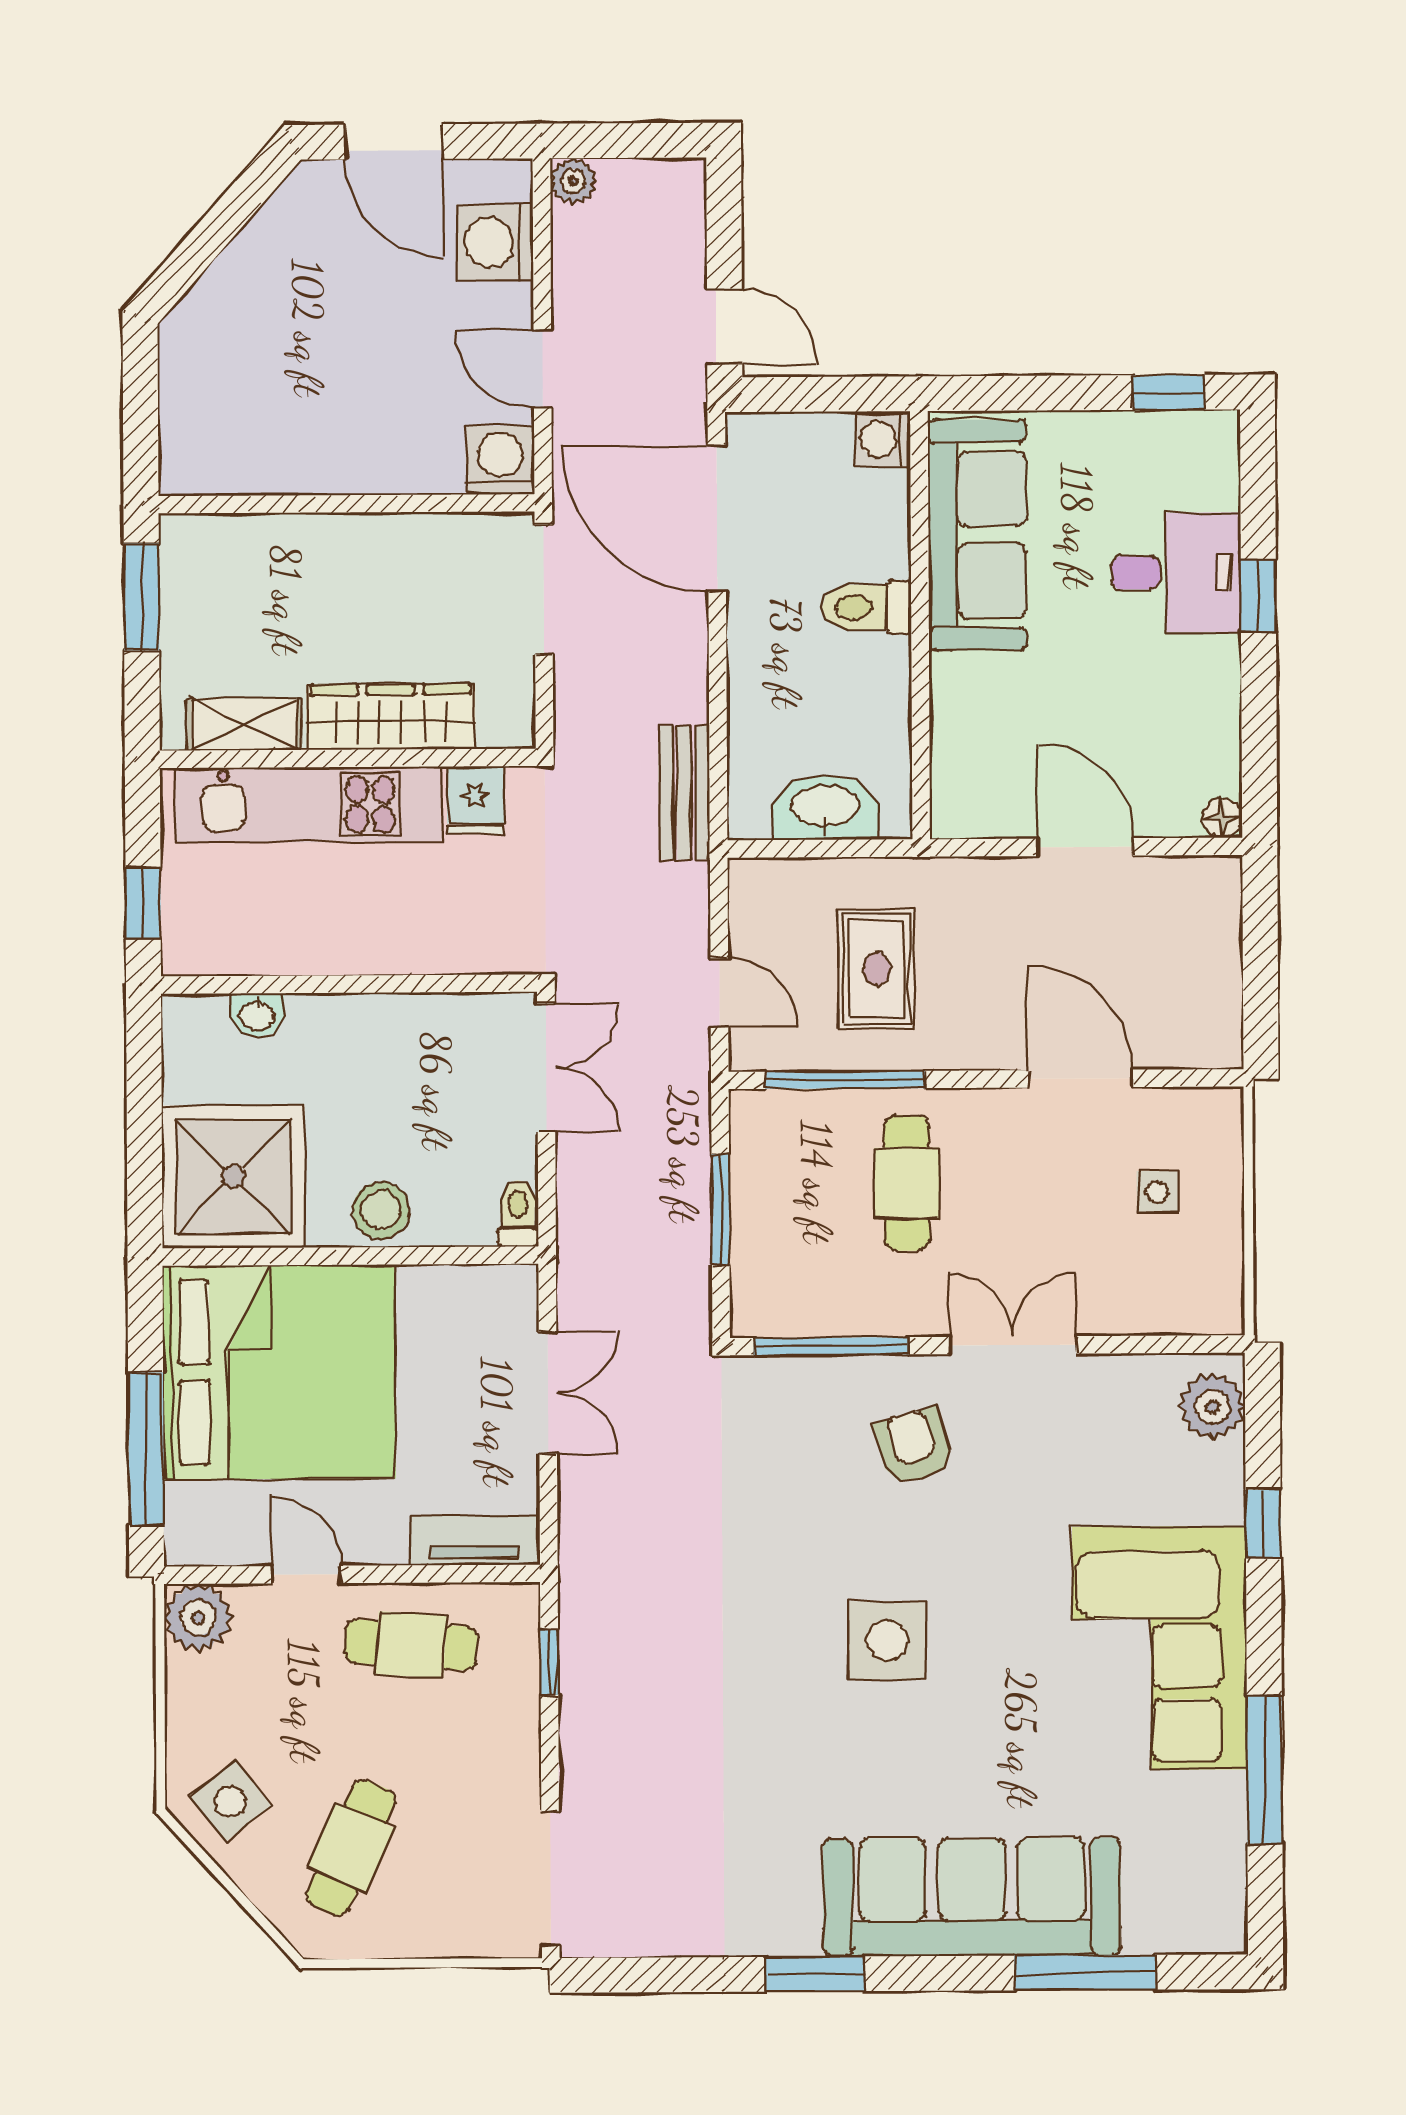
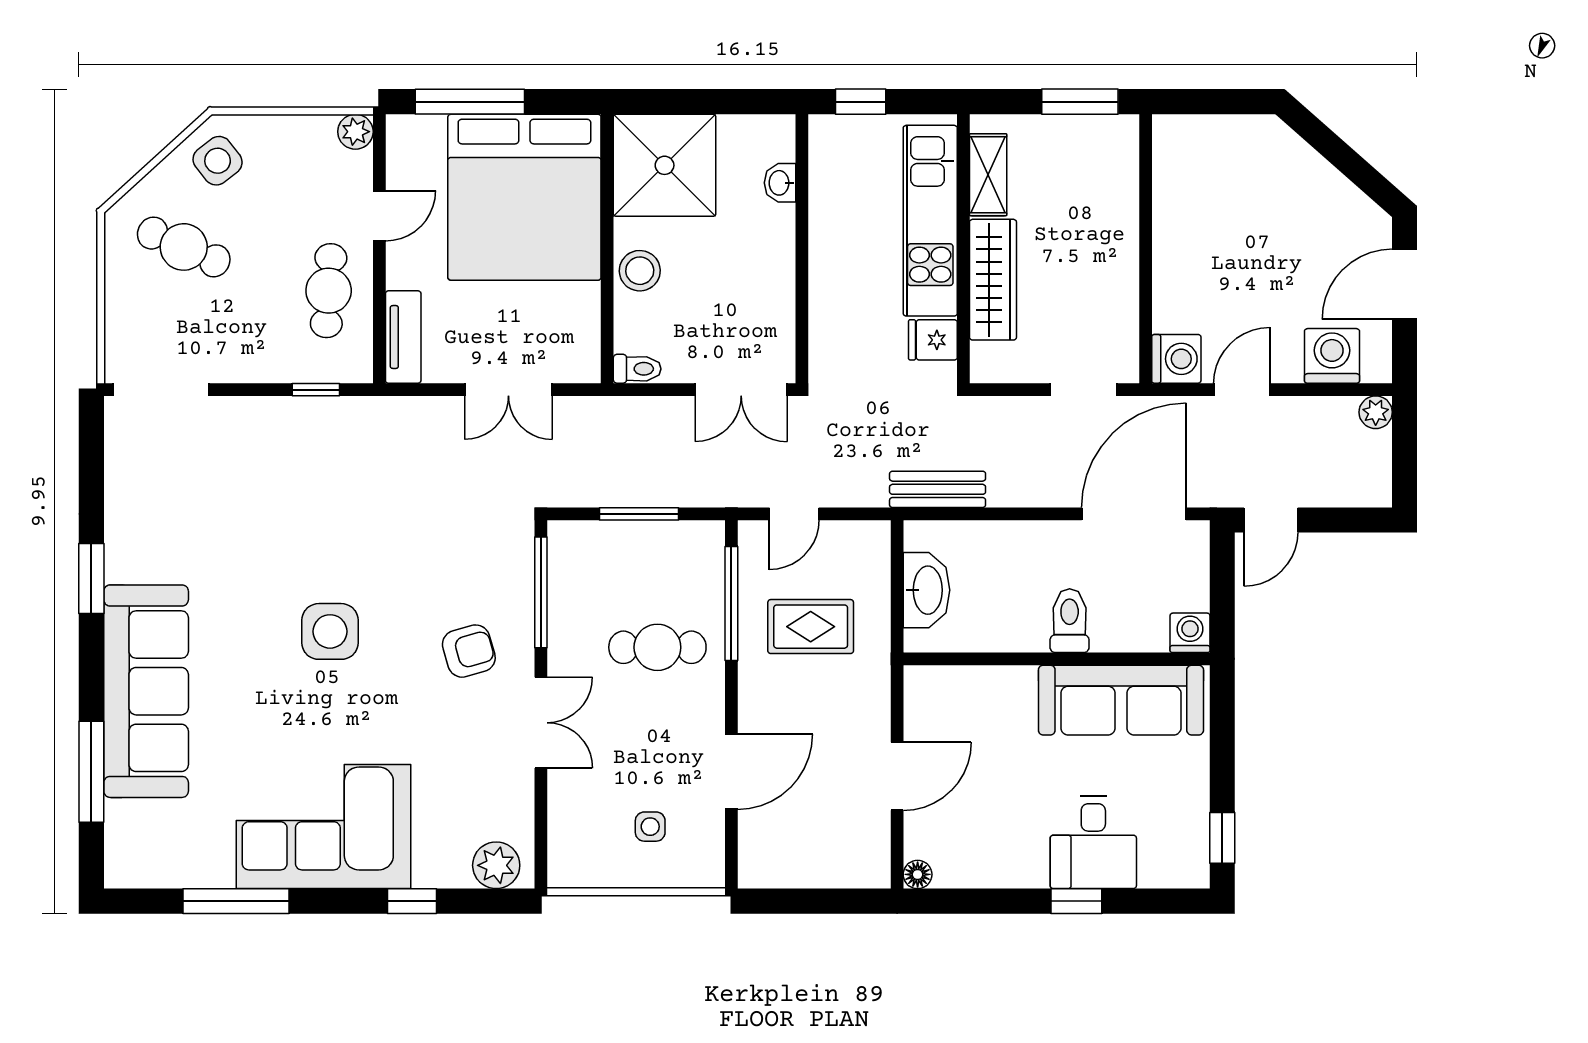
doorway: (544, 590) -> (1083, 390), width x0.73
plant: (198, 1618) -> (355, 132), width x0.73, depth x0.73

